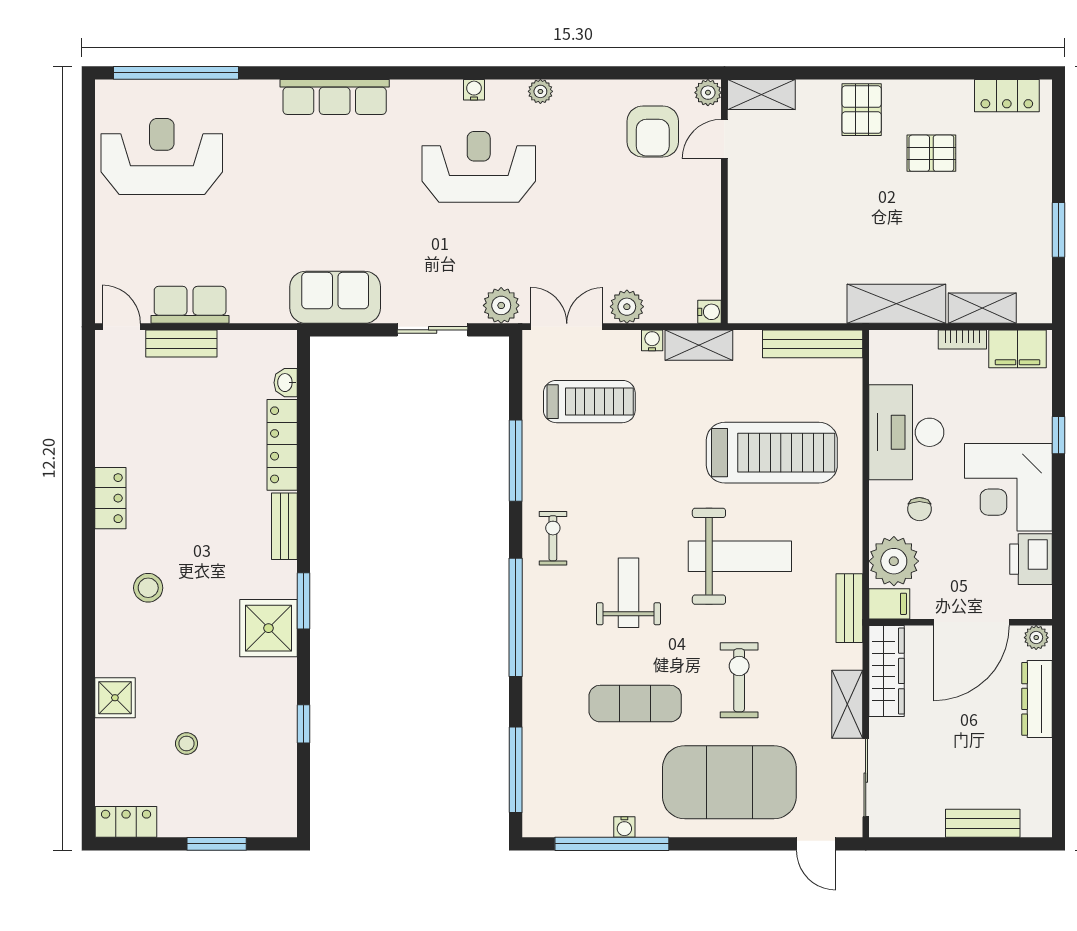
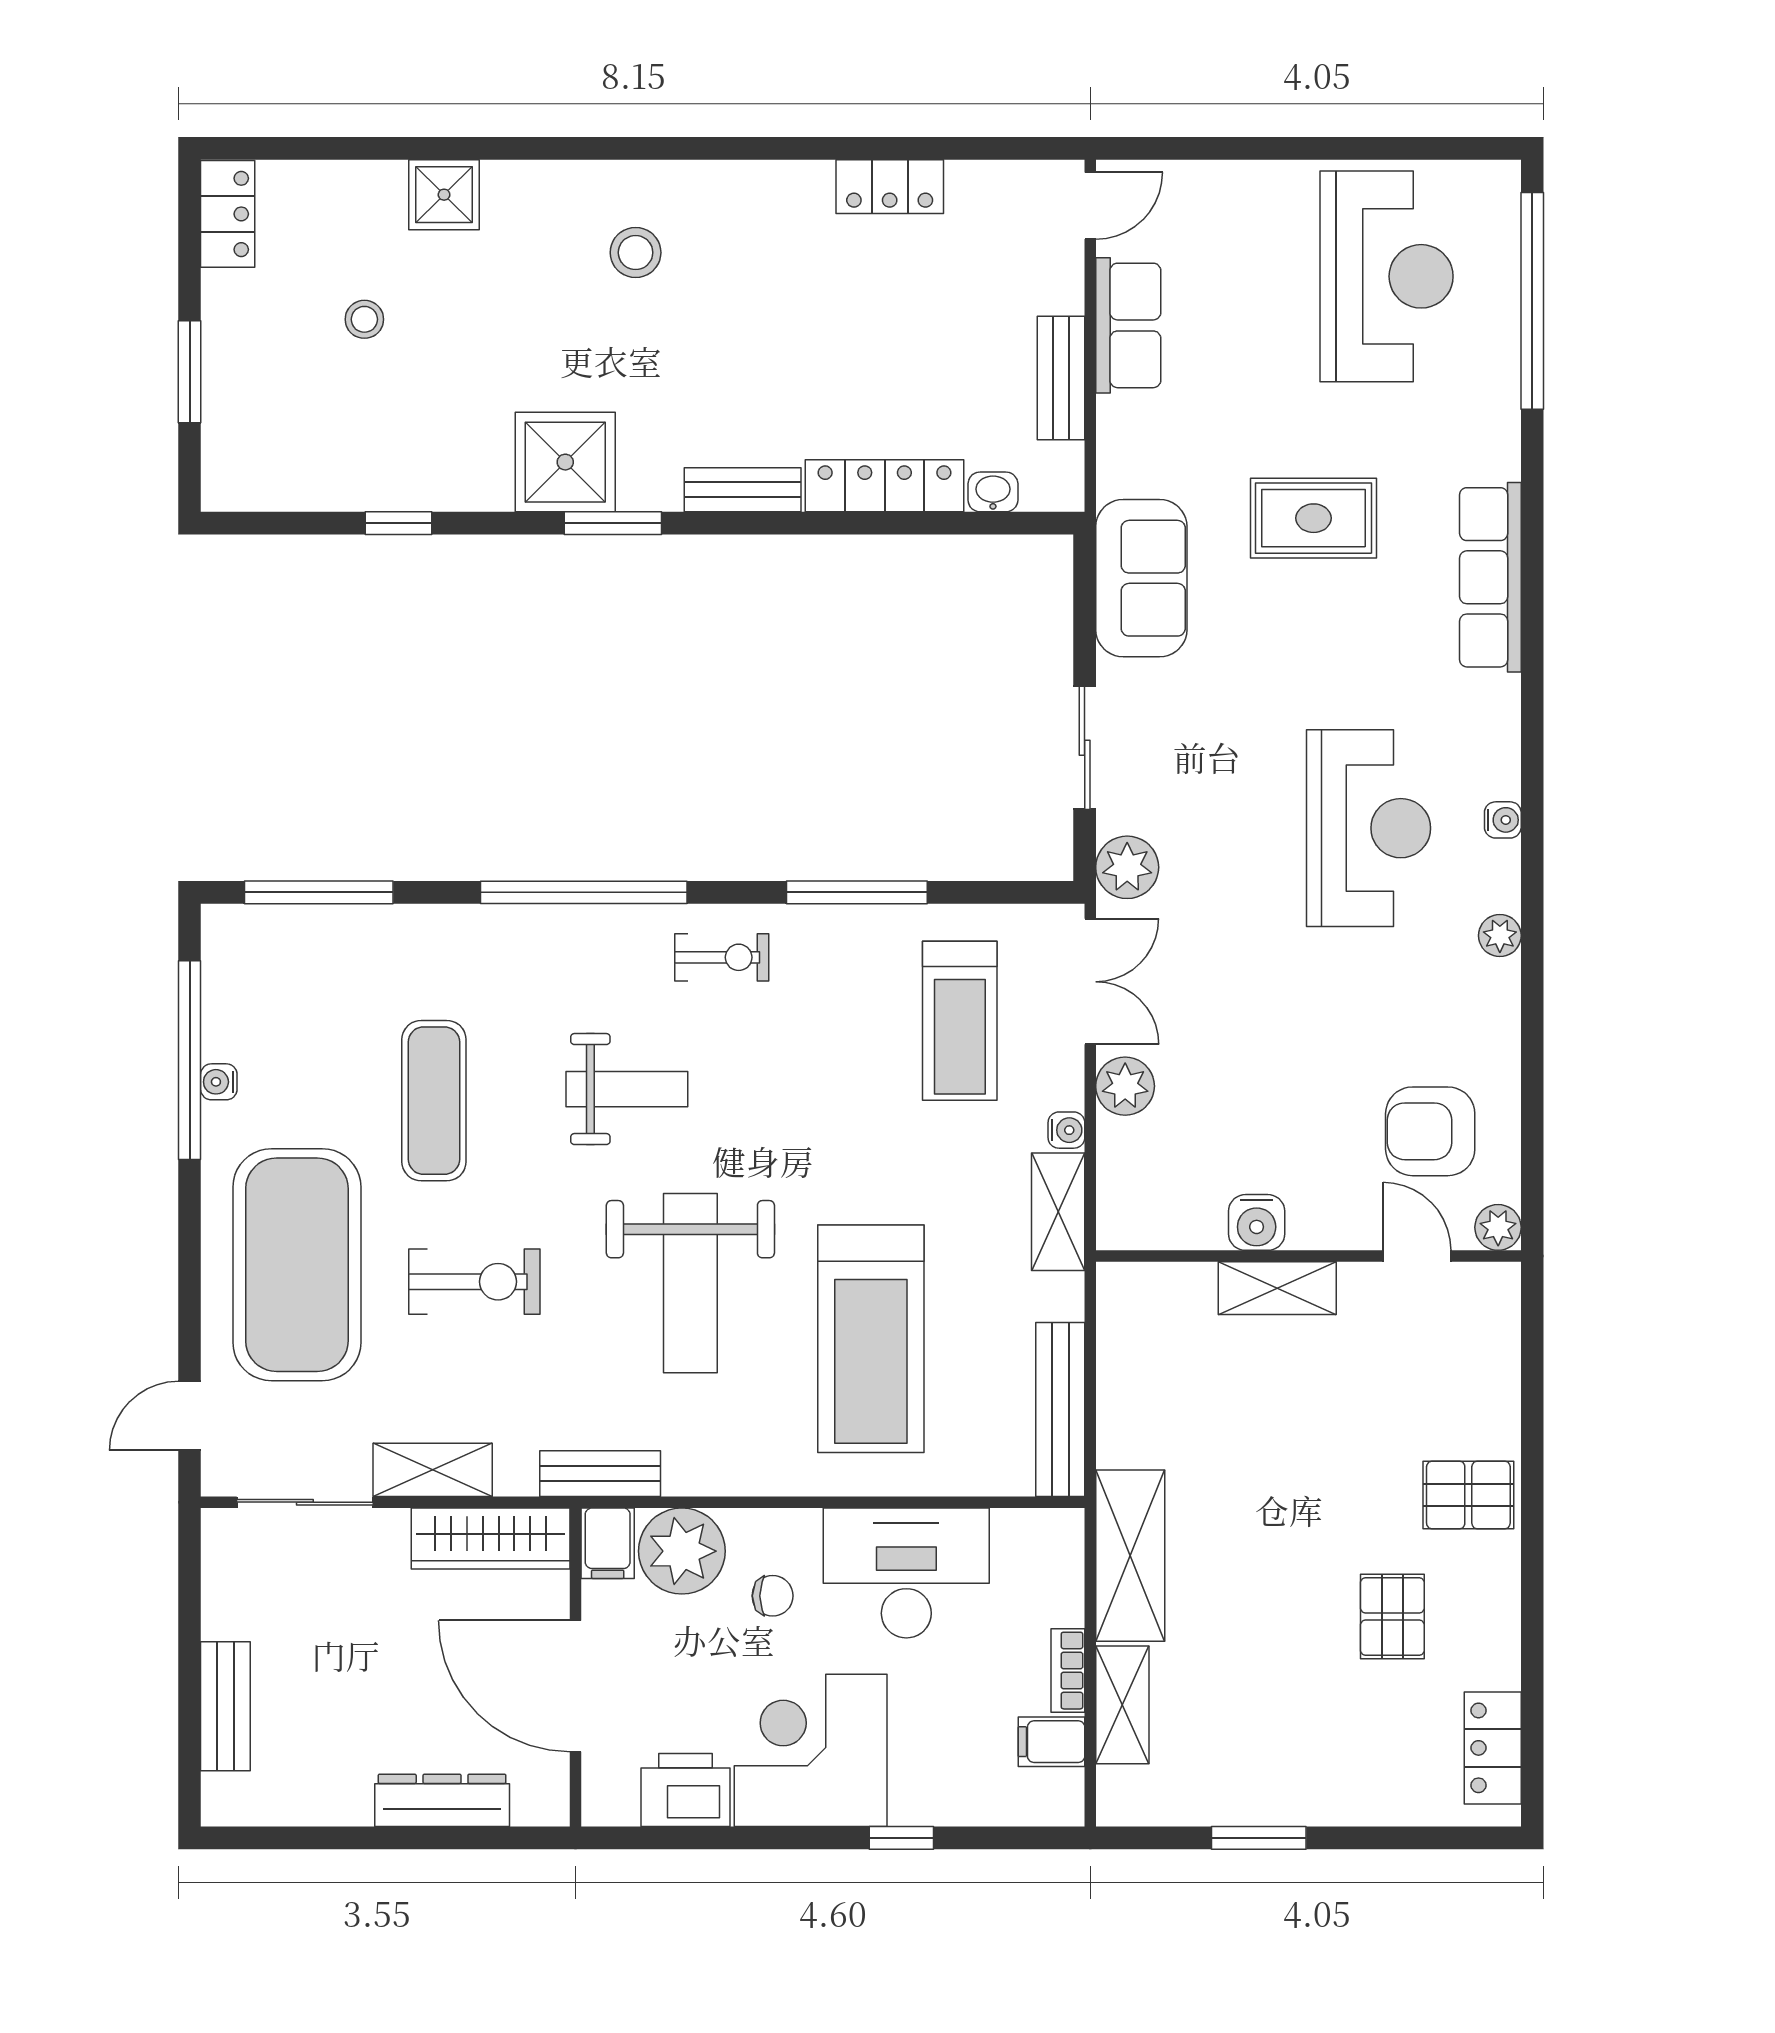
shelving: (761, 95) -> (1277, 1288), moved, turned 90
rug: (301, 198) -> (1314, 518), added
water cooler: (710, 312) -> (1257, 1222), moved, width x1.38, depth x1.38
bench: (181, 343) -> (1061, 378), moved
filing cabinet: (1018, 349) -> (1051, 1742), width x0.50
locker: (110, 498) -> (890, 187), moved
chair: (919, 509) -> (773, 1596), turned 180
plant: (1036, 638) -> (549, 1799), removed

